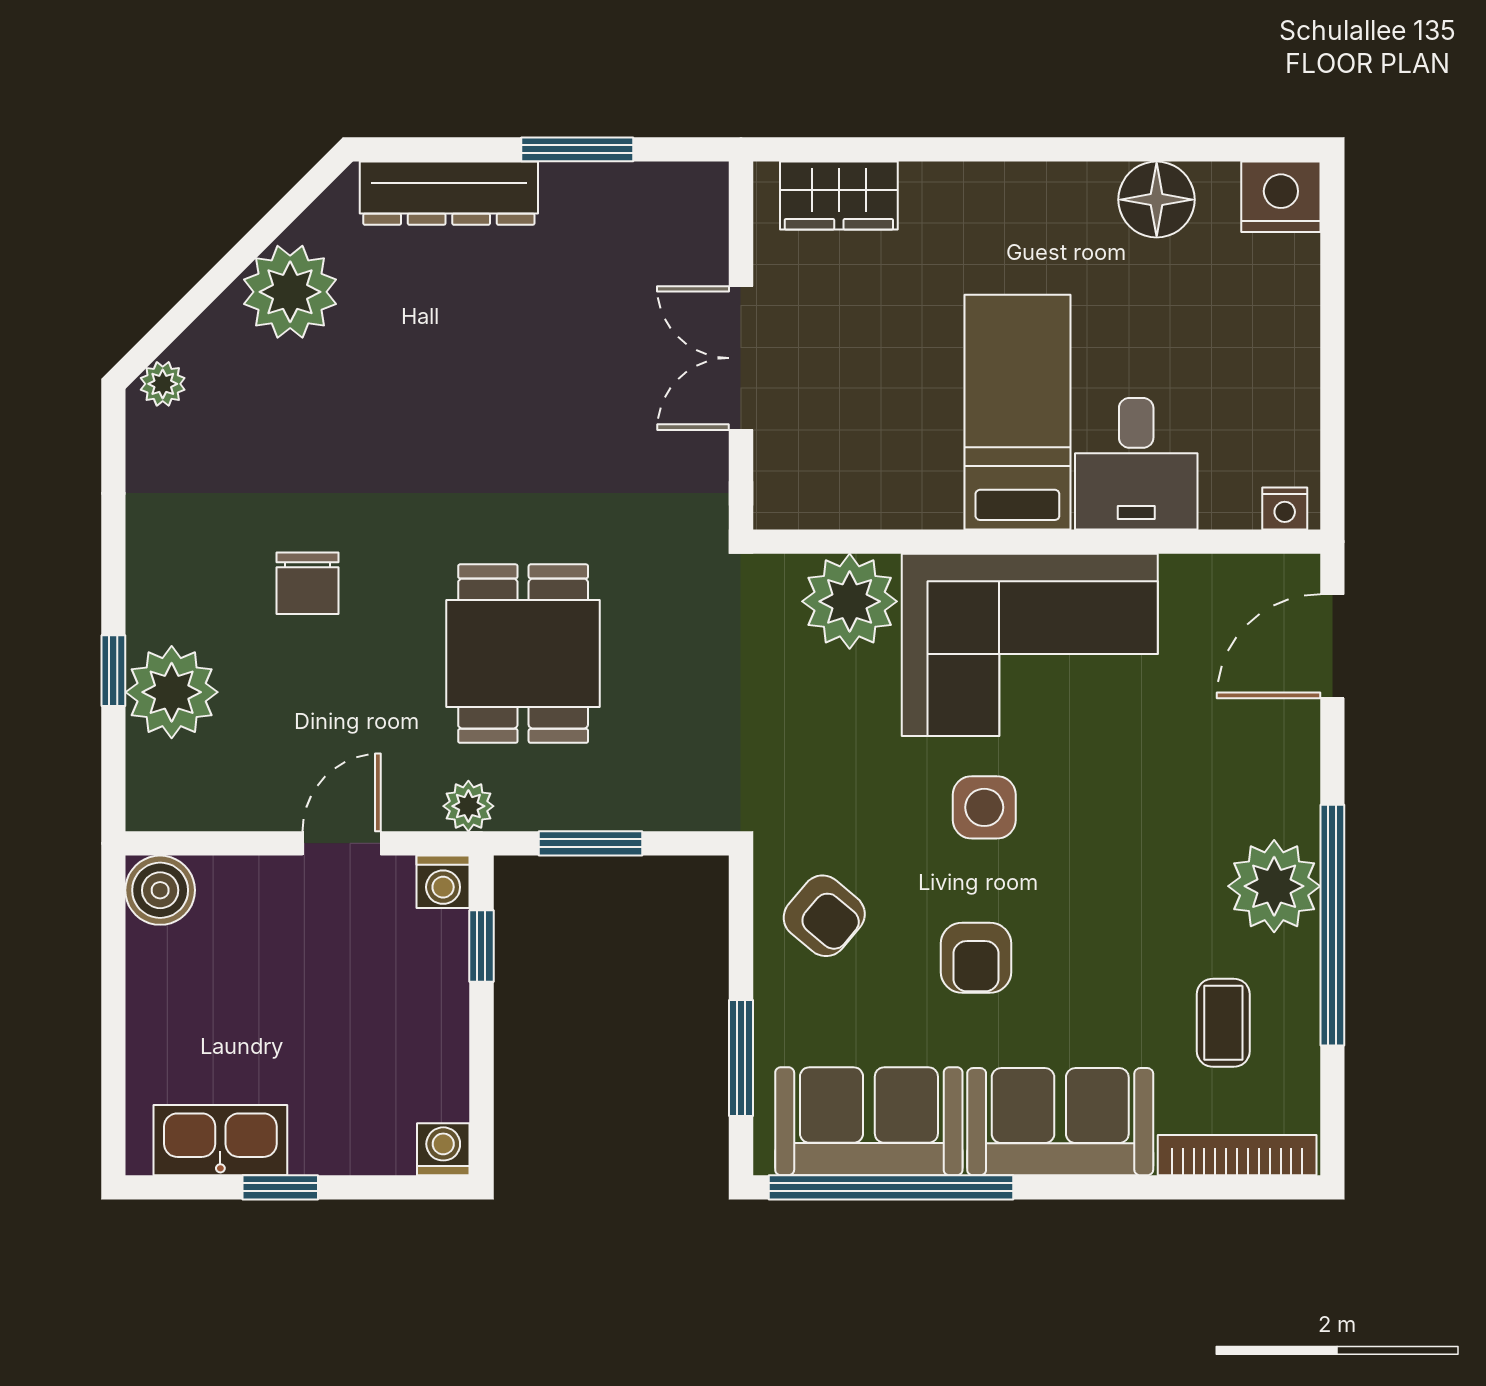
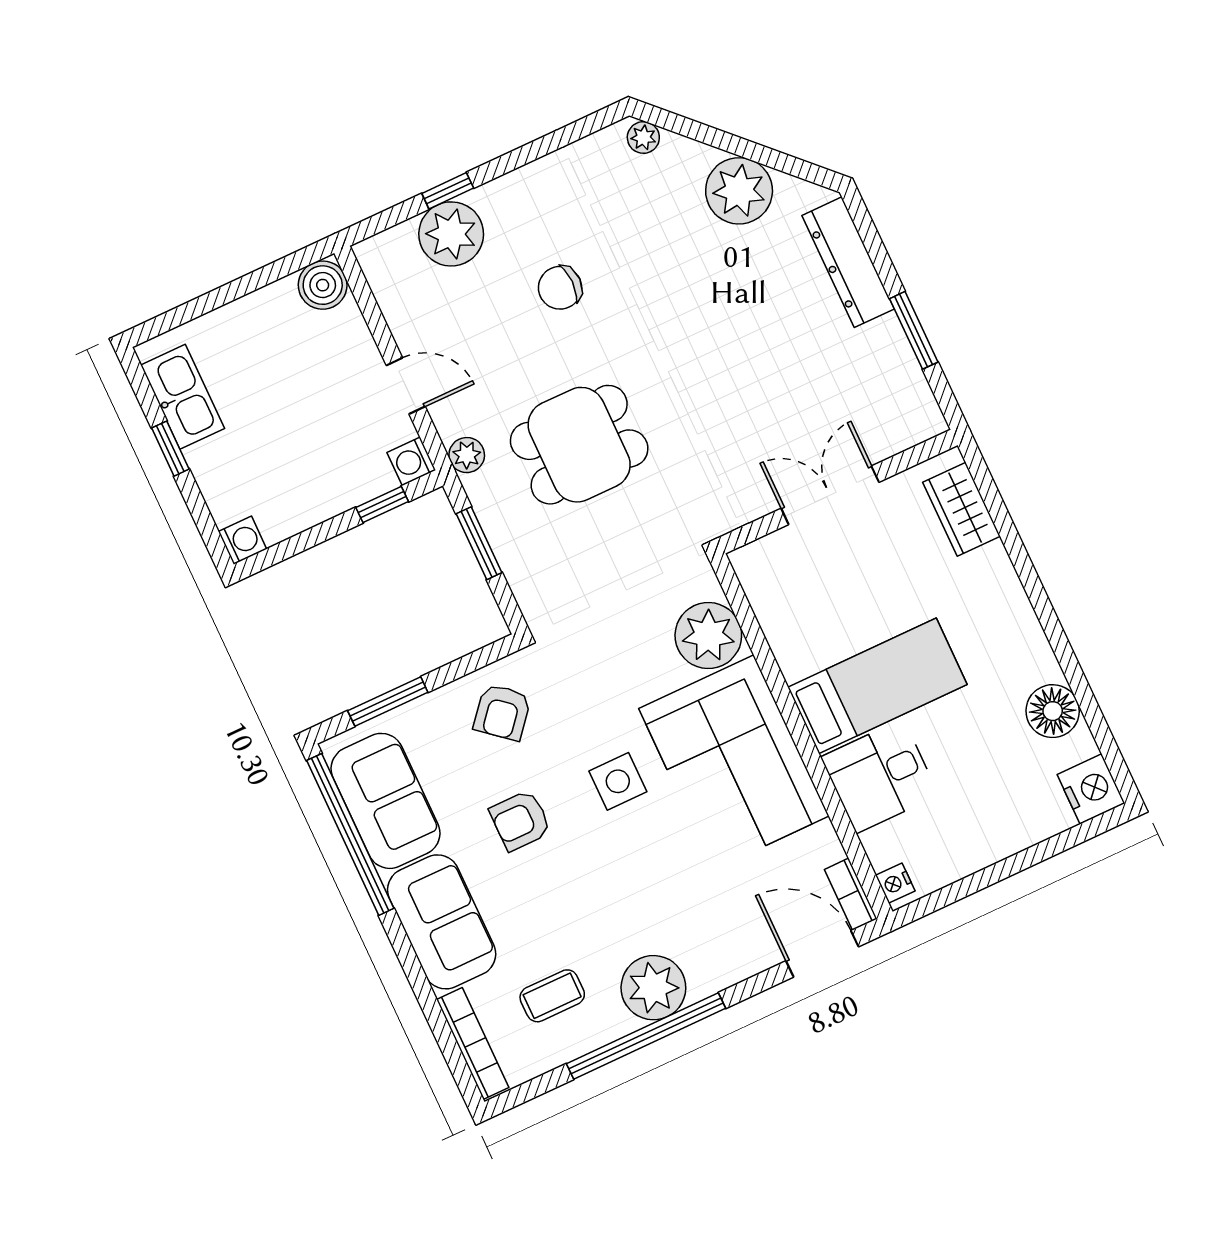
bookcase: (1272, 573) -> (851, 894), added

